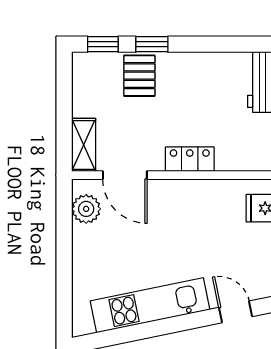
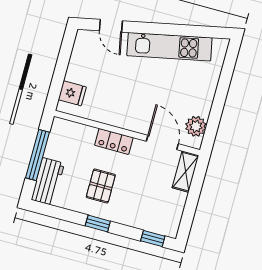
window: (152, 44) -> (98, 224), moved
pallet: (139, 76) -> (101, 186), moved

